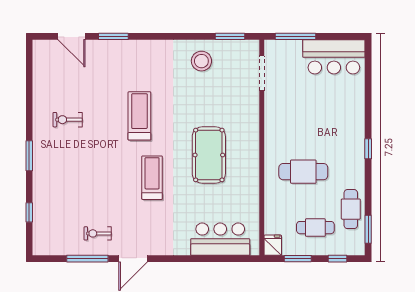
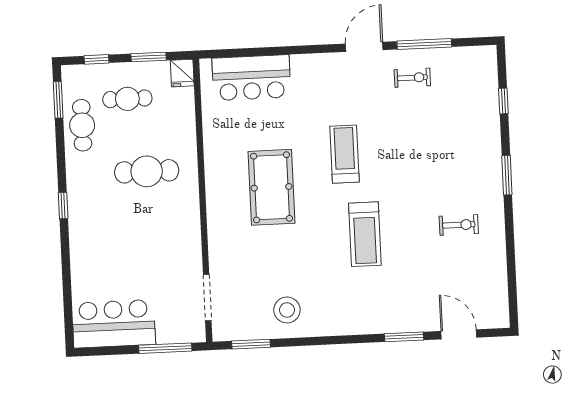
treadmill: (152, 178) -> (344, 154), turned 180

